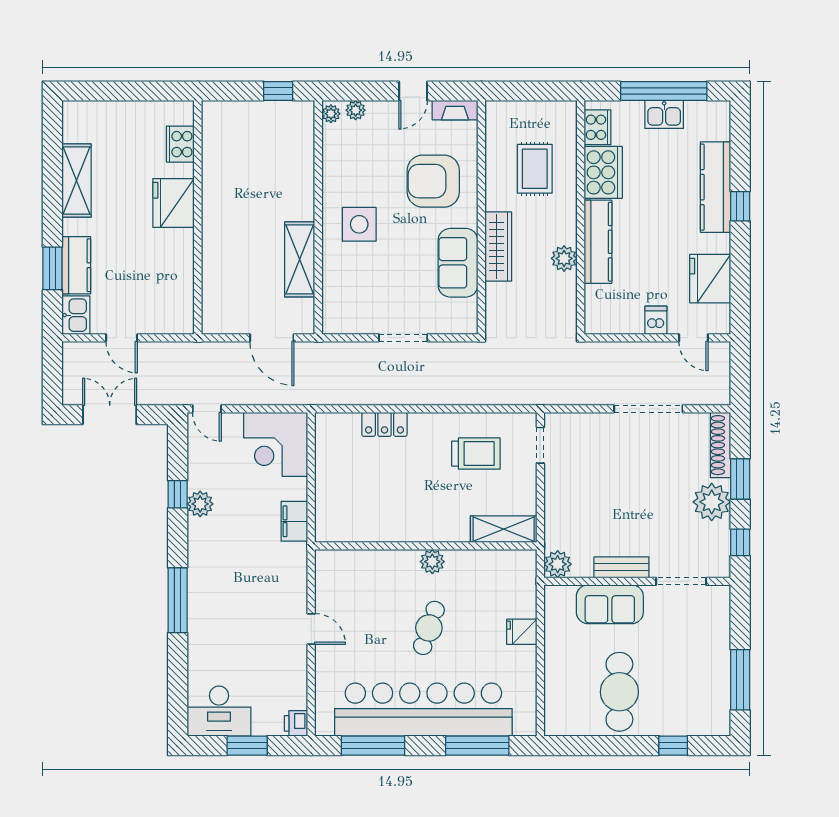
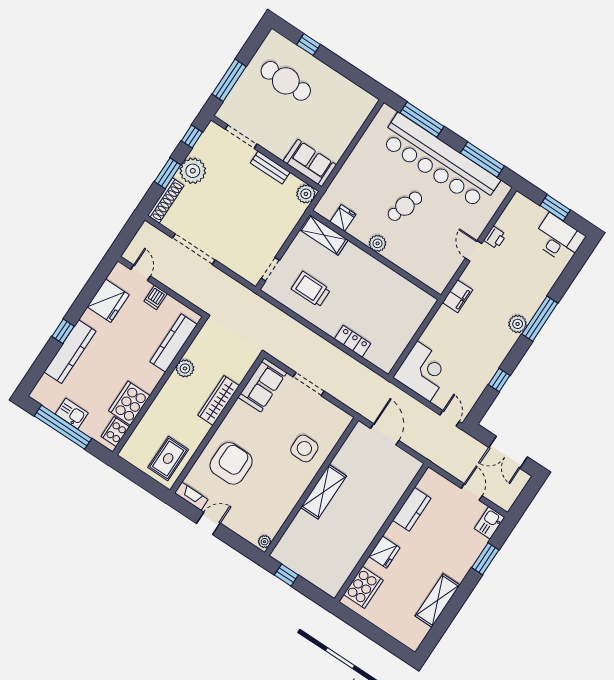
plant: (356, 110) -> (249, 534), removed
cooker: (180, 144) -> (363, 587), width x1.37, depth x1.31
rug: (535, 169) -> (168, 459), moved
armchair: (433, 181) -> (231, 463), turned -90
fridge: (173, 203) -> (384, 552), width x0.73, depth x0.75
side table: (359, 224) -> (304, 448), moved
kitchen counter: (598, 242) -> (174, 343), moved
shelving: (300, 259) -> (324, 492), moved
sofa: (458, 263) -> (262, 385), moved
kitchen counter: (76, 265) -> (412, 509), moved, turned 180
plant: (200, 504) -> (518, 324), moved
filing cabinet: (294, 521) -> (457, 296), moved
sofa: (610, 604) -> (310, 163), moved
fridge: (522, 632) -> (343, 218), moved, turned -90
window: (740, 680) -> (229, 80), moved
cafe table: (619, 692) -> (286, 81), moved, turned 90
printer: (296, 723) -> (495, 237), moved

